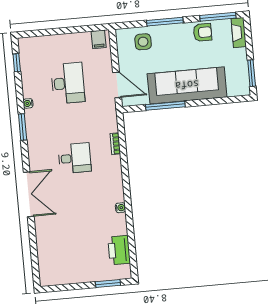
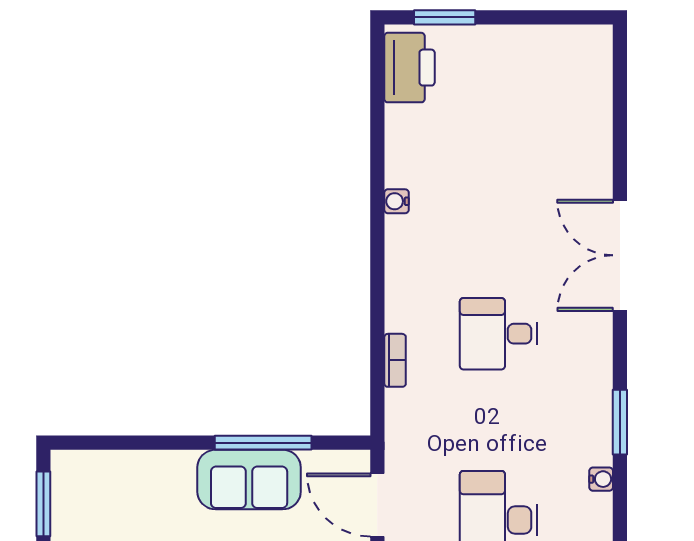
sofa: (187, 85) -> (249, 480), width x0.54, depth x0.79
printer: (119, 250) -> (410, 68), moved

